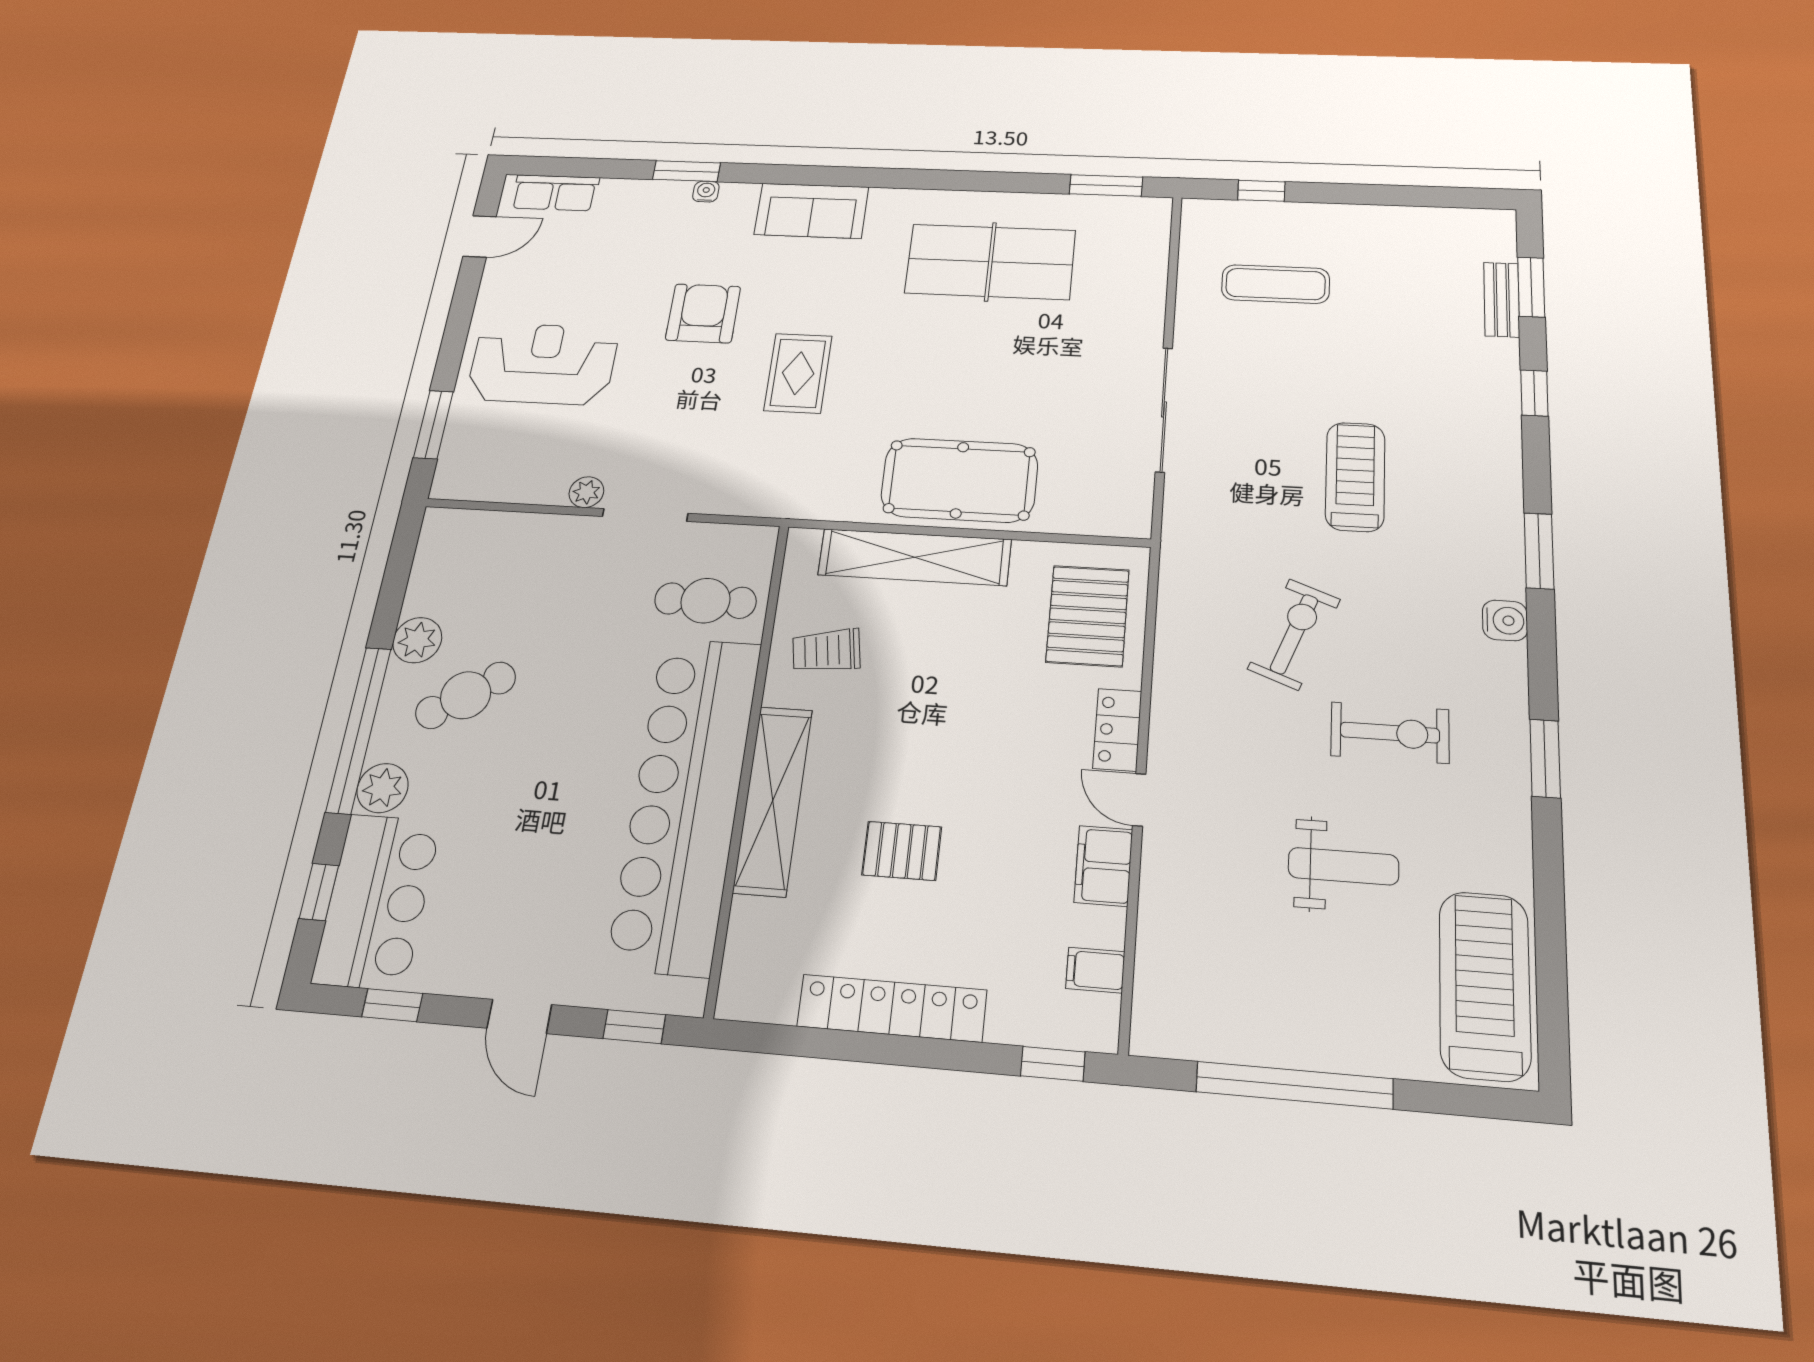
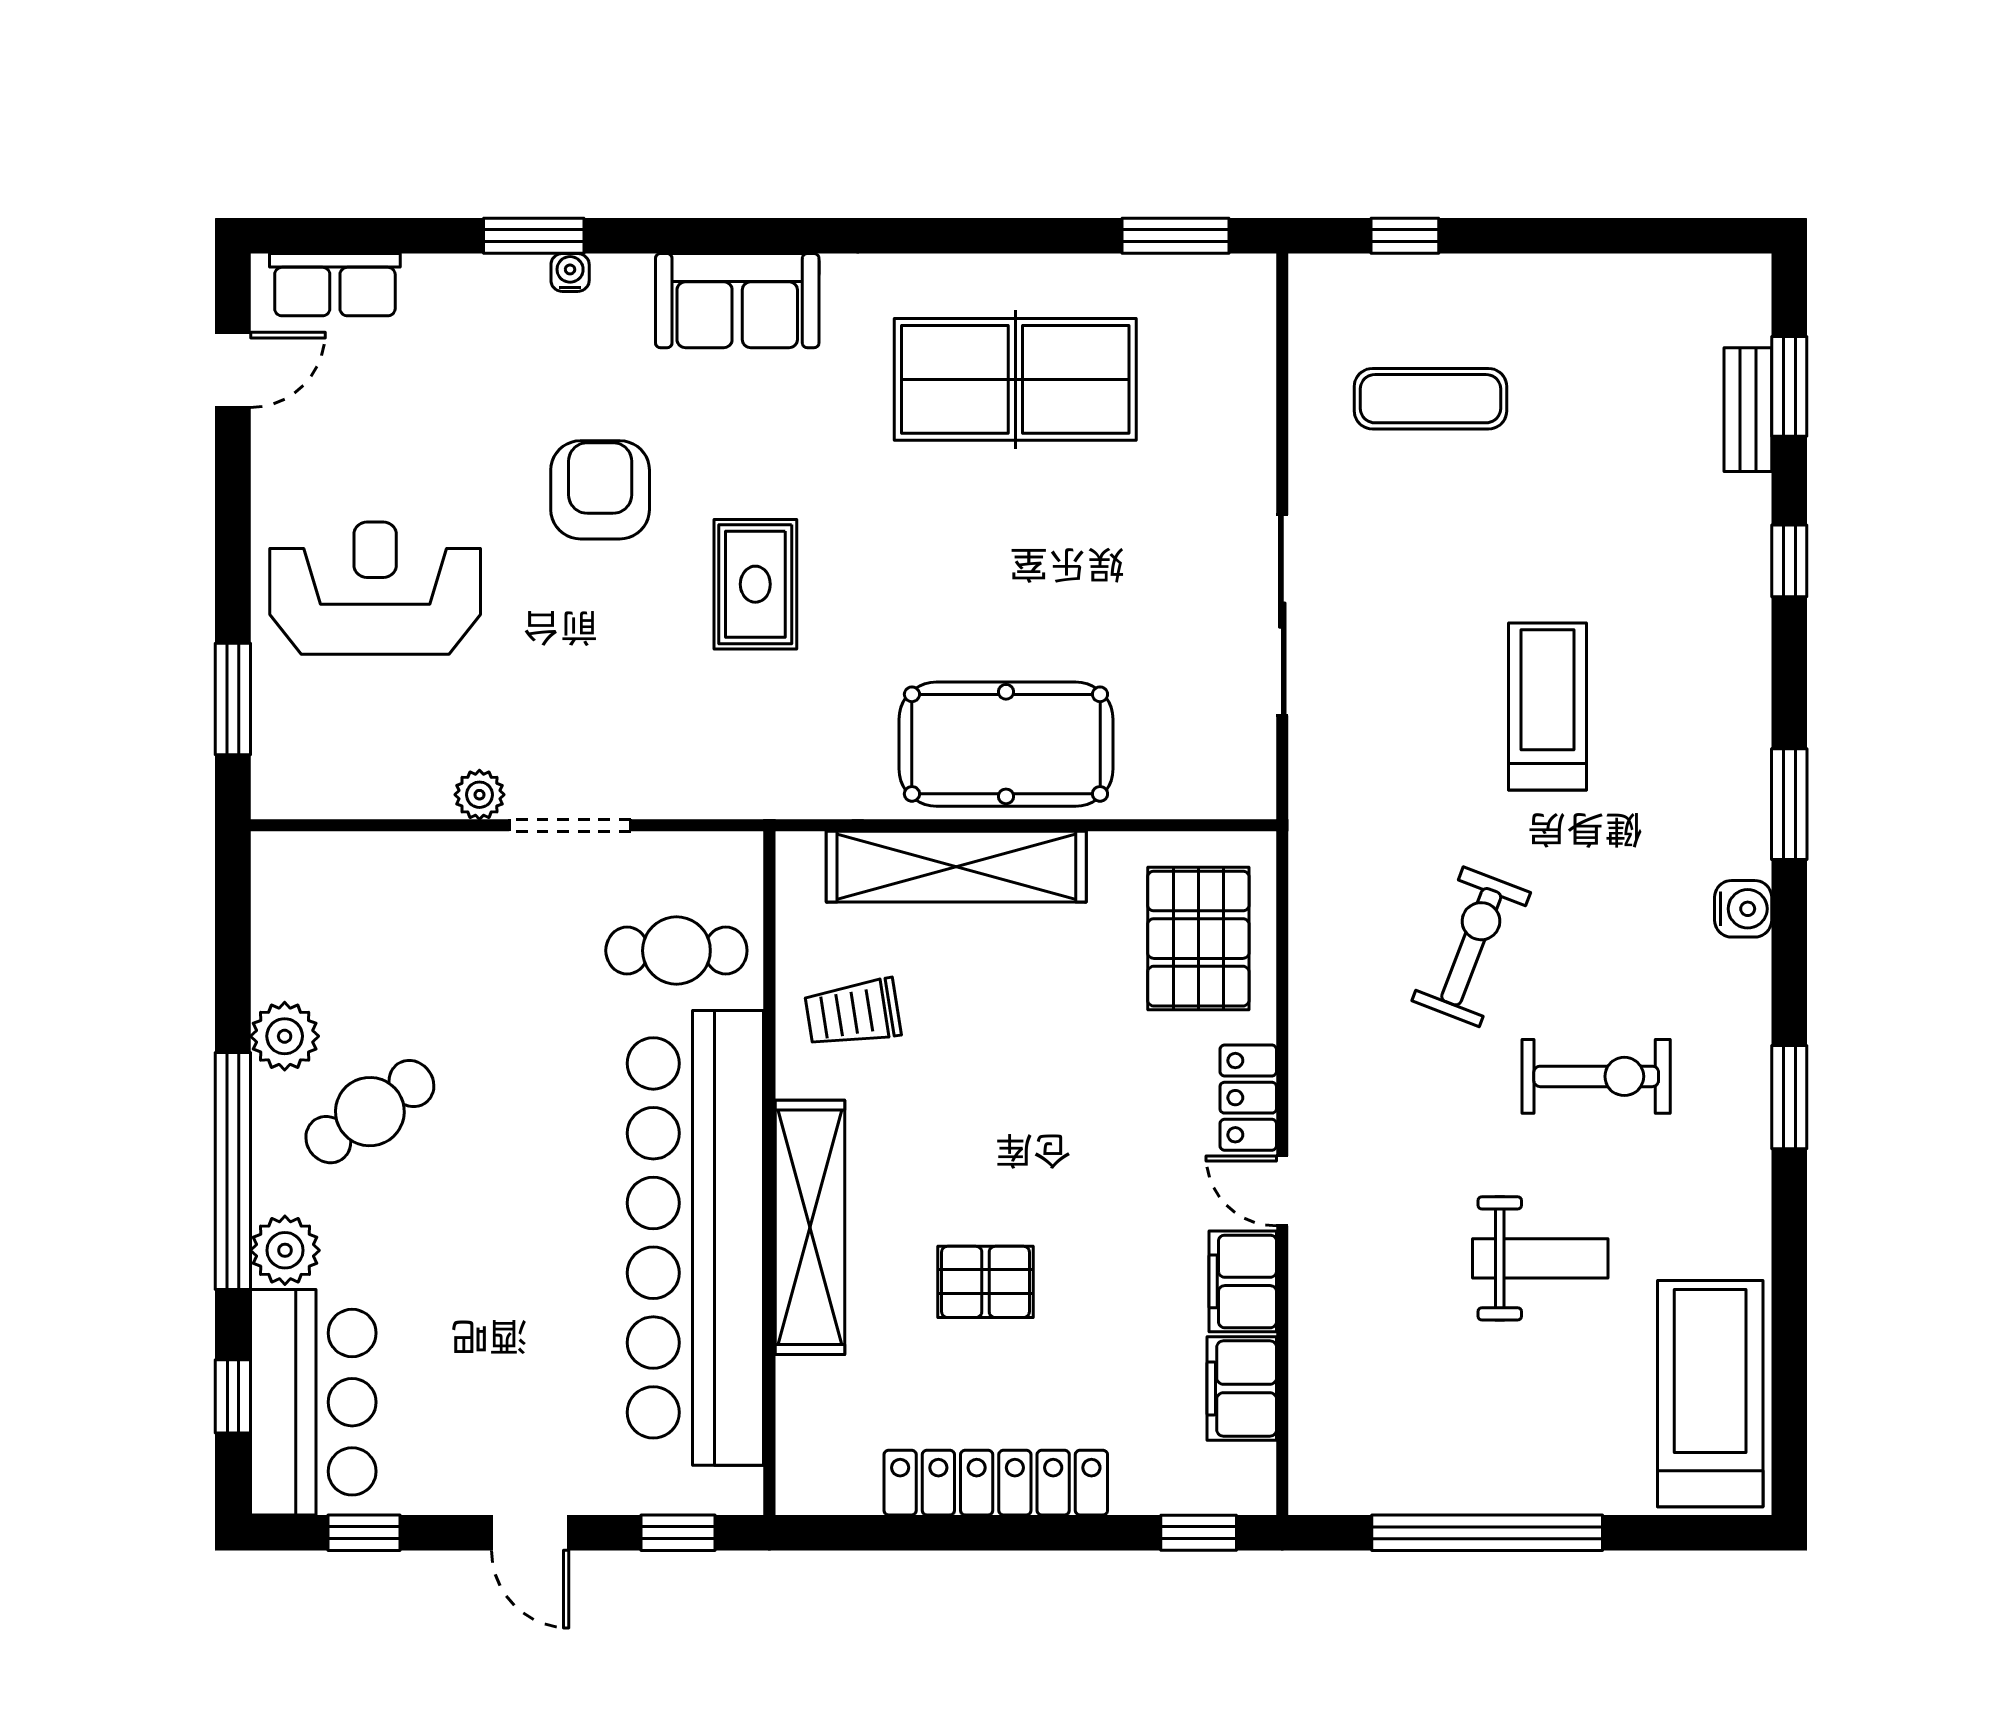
filing cabinet: (1095, 970) -> (1242, 1389), width x2.00

